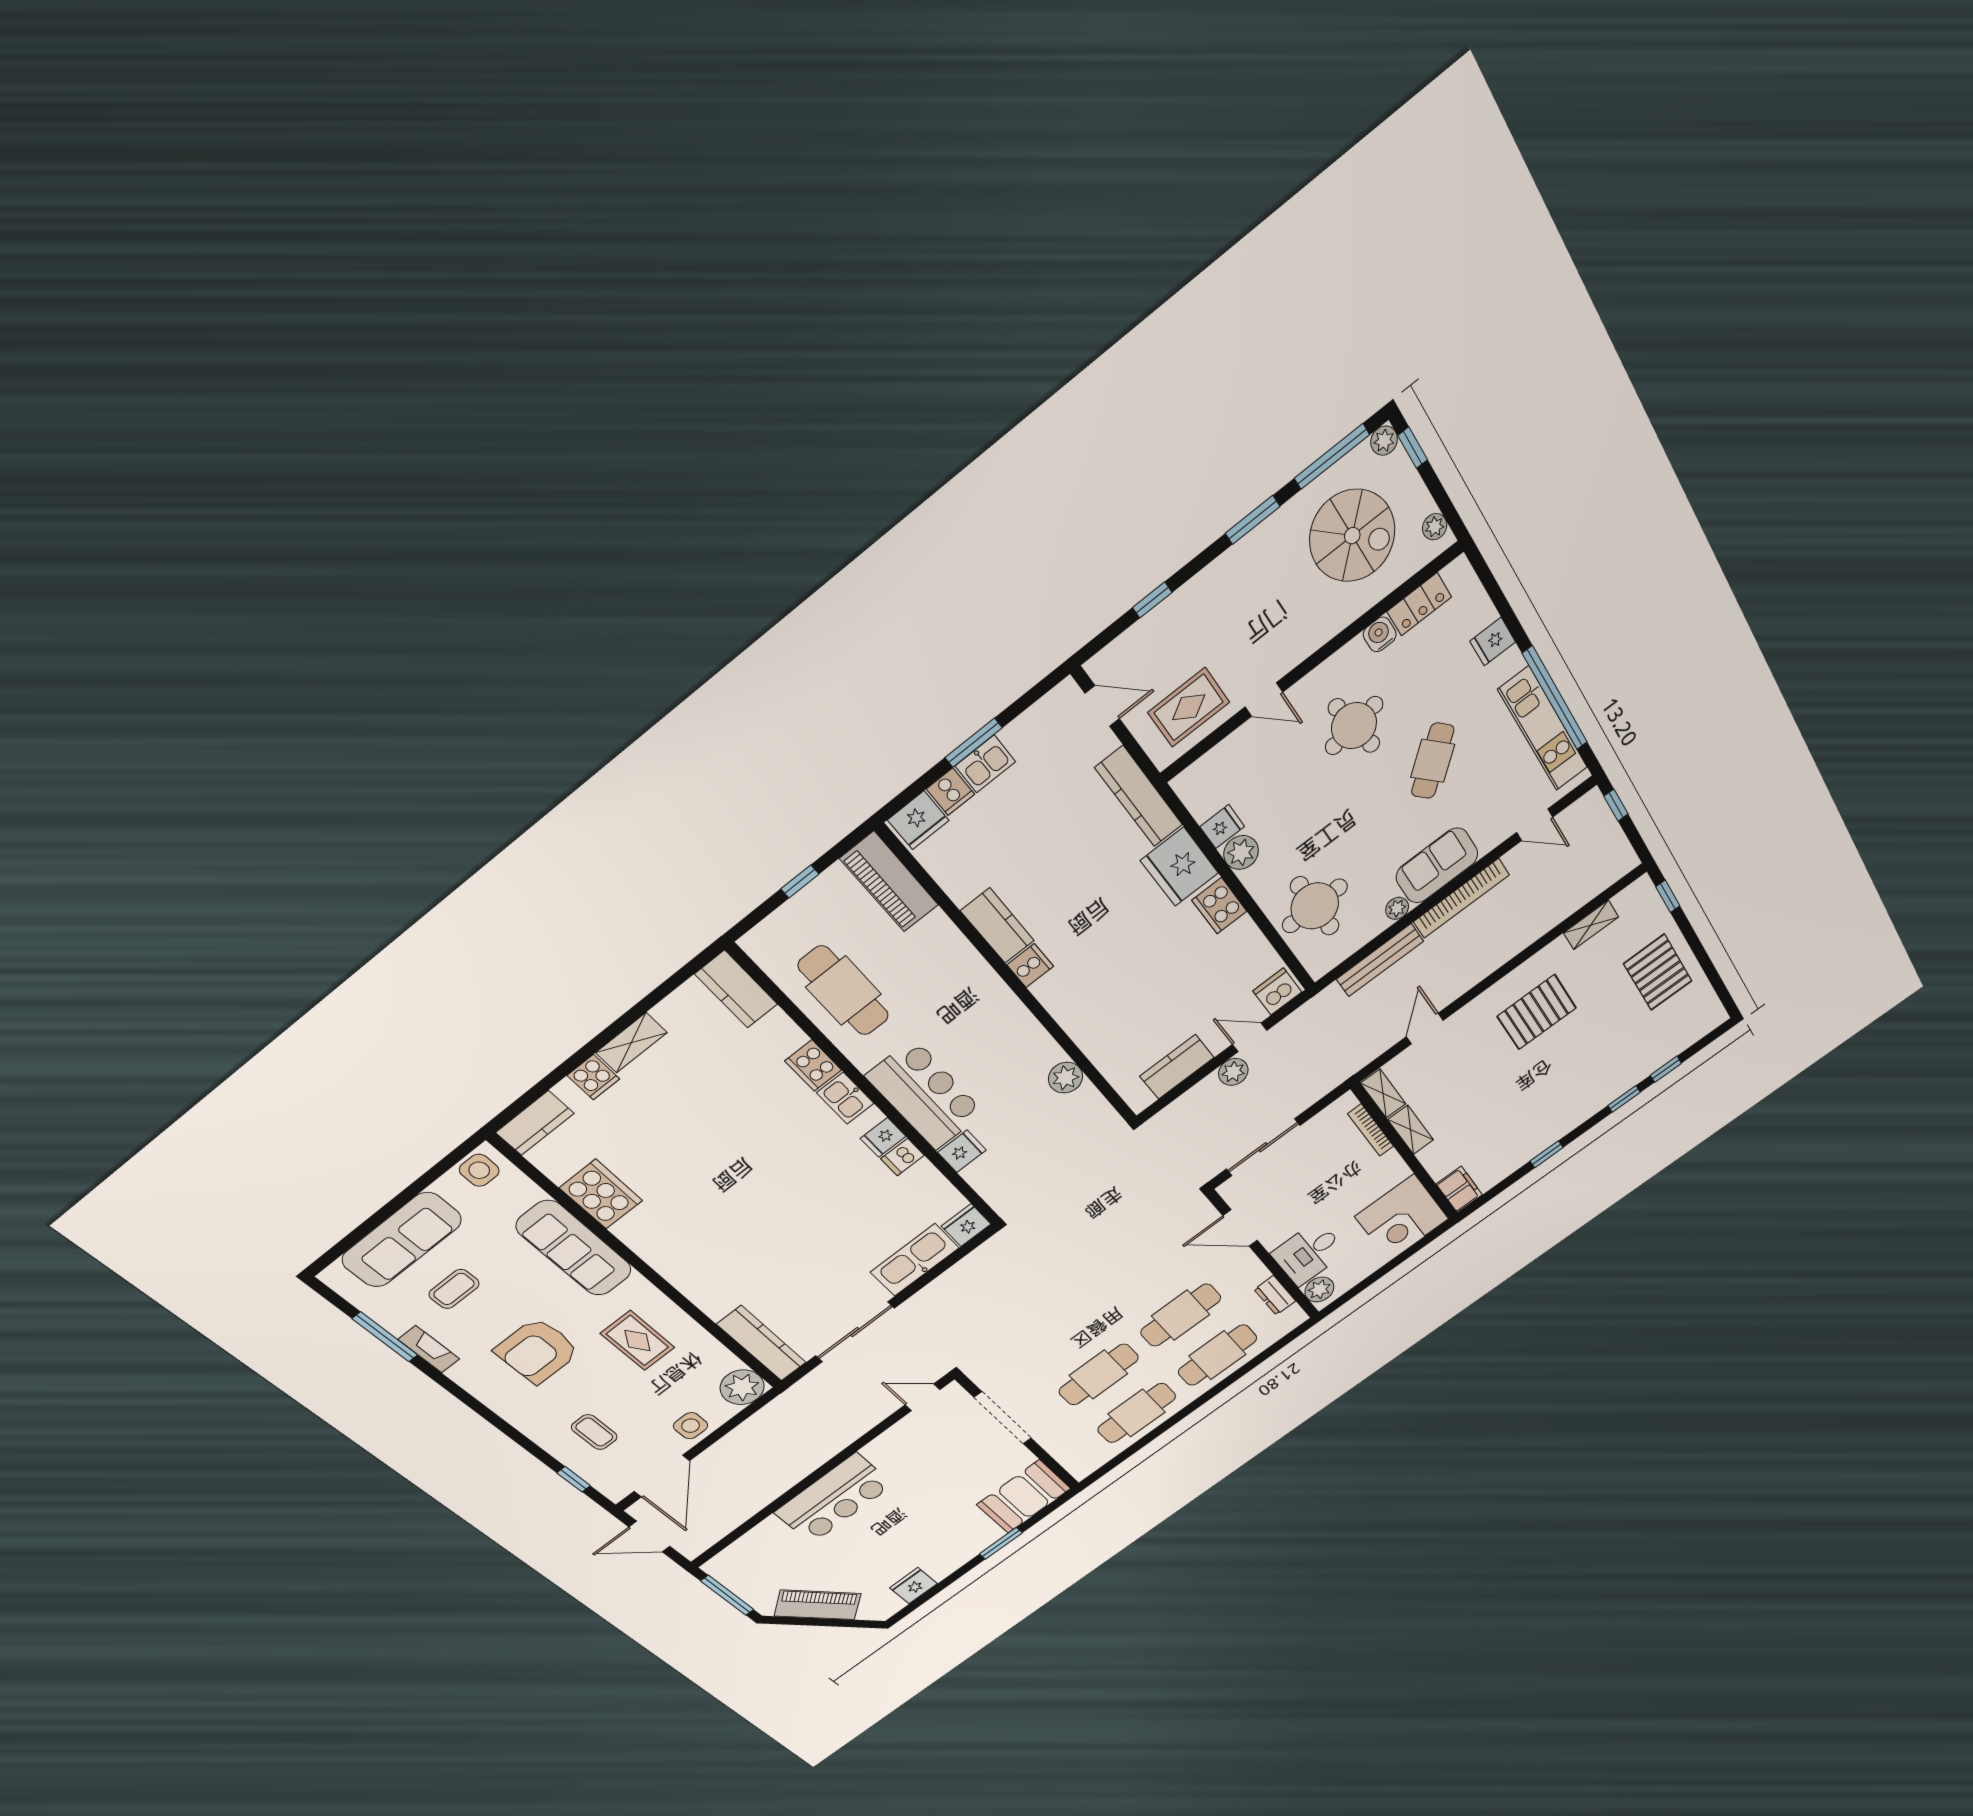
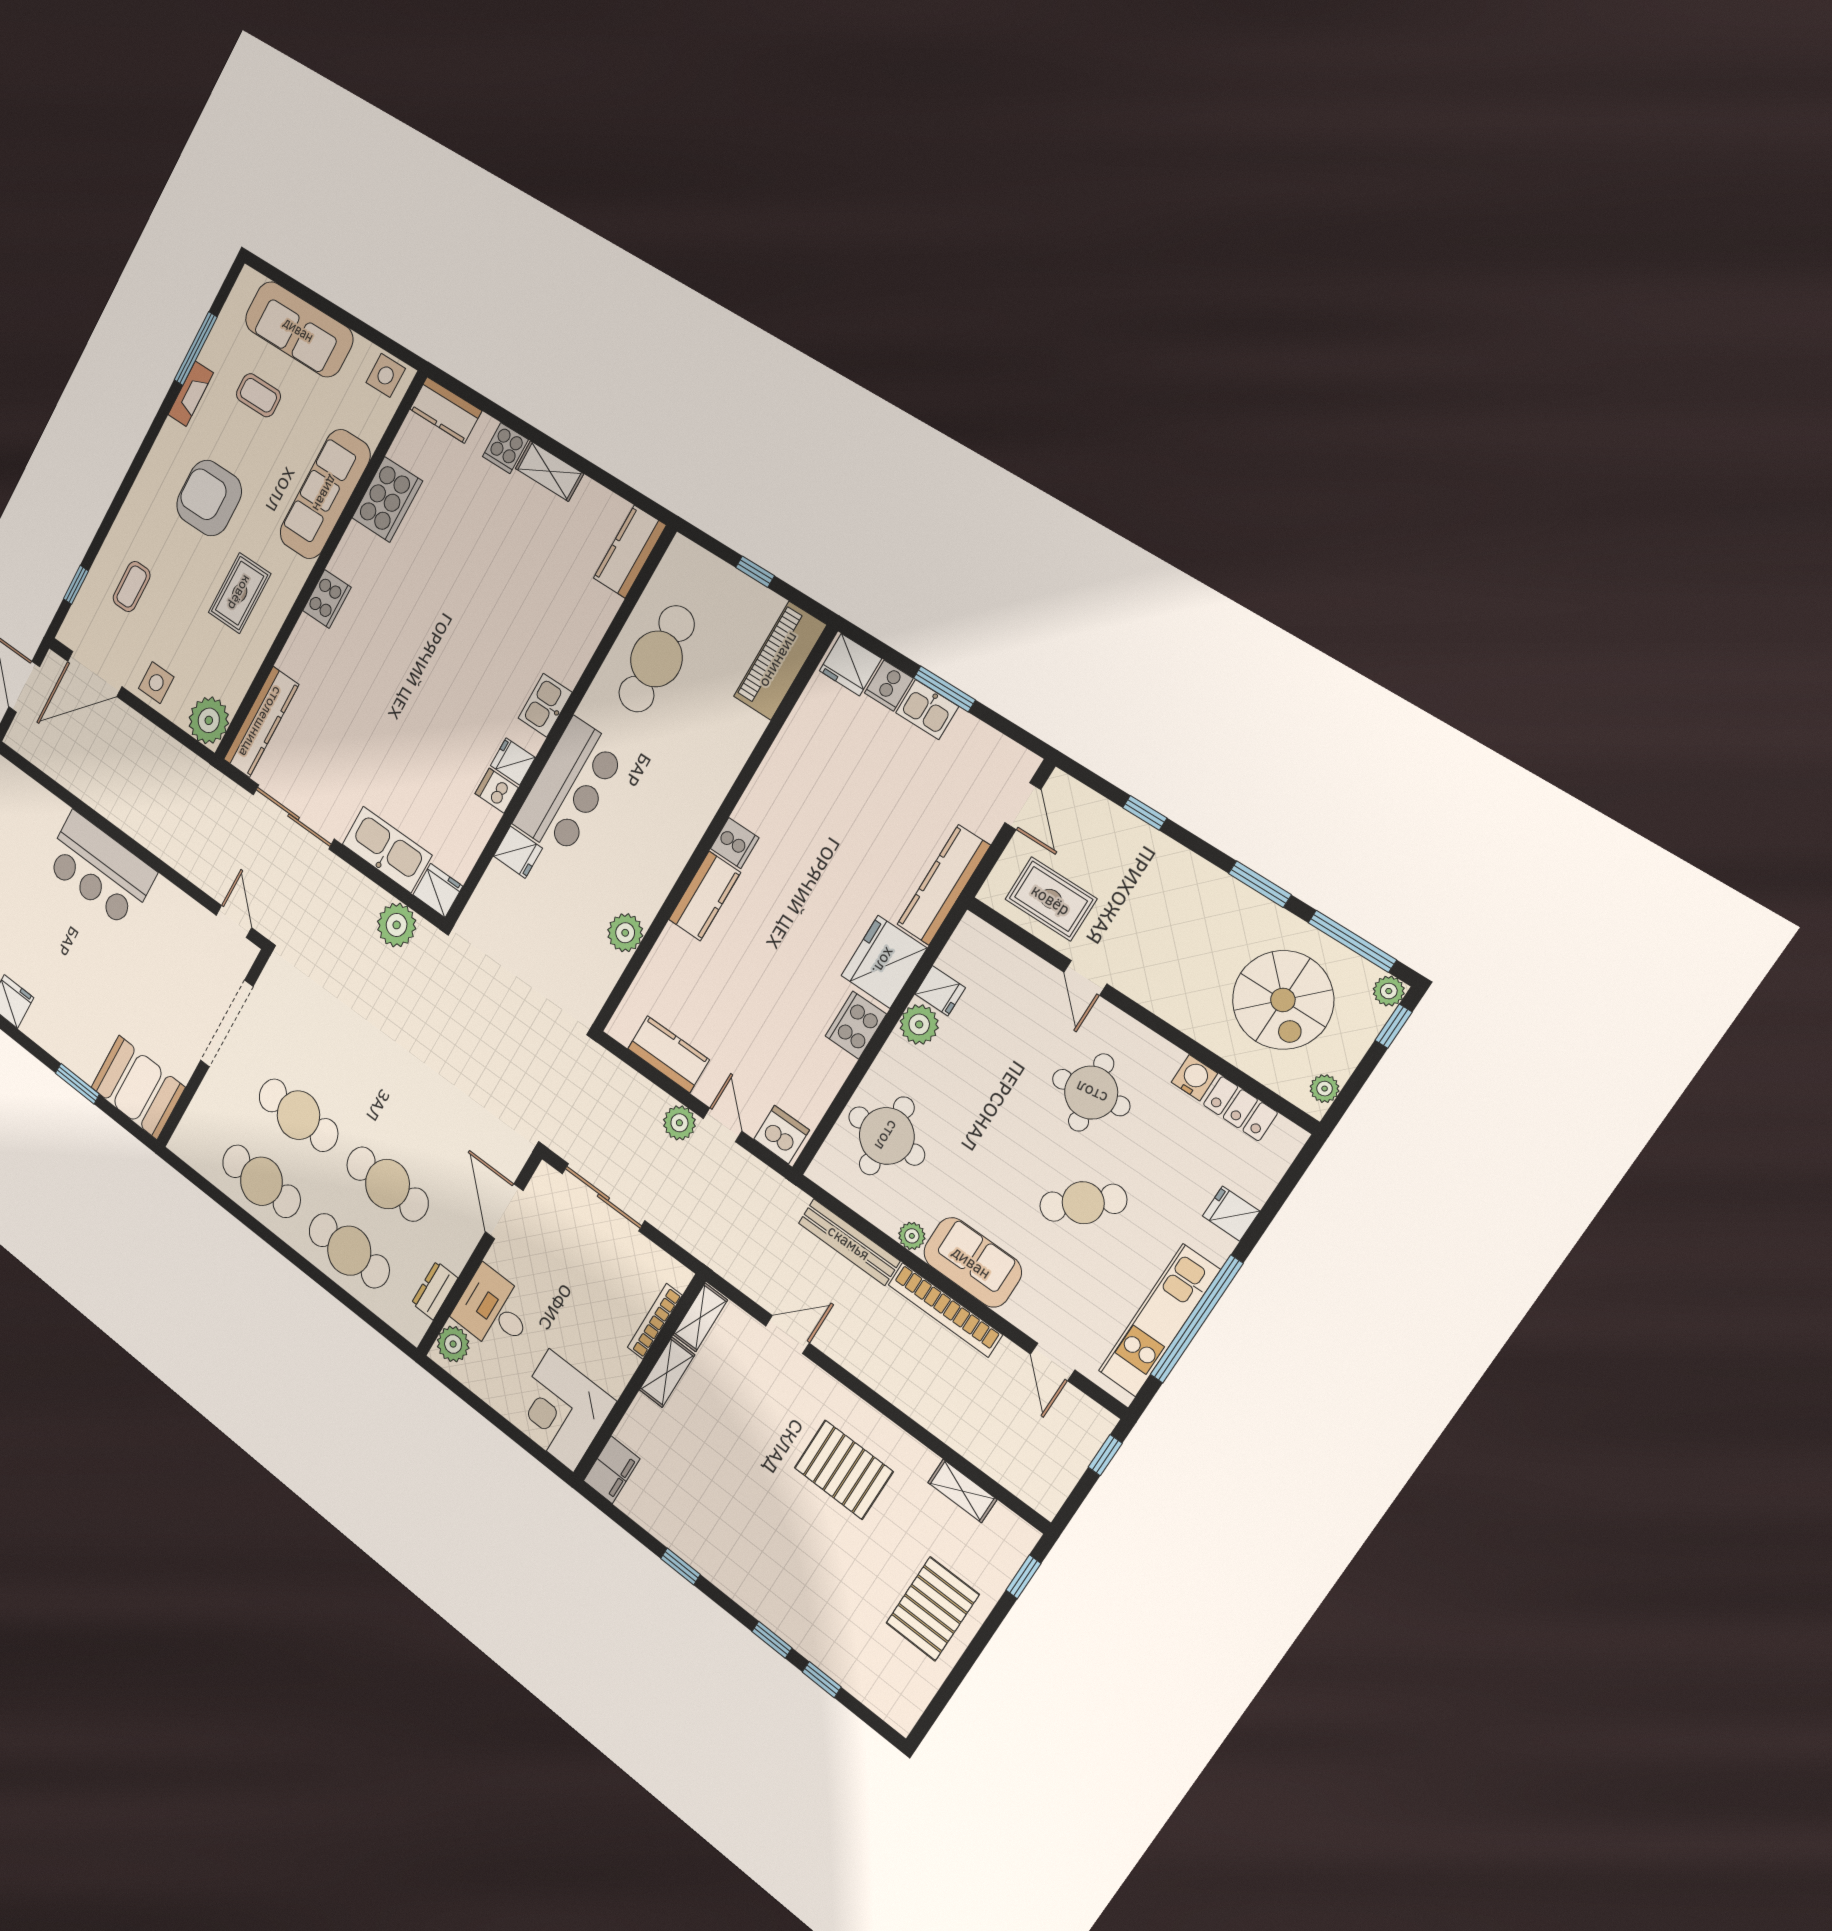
kitchen counter: (997, 926) -> (705, 896), moved
cooker: (813, 1066) -> (327, 599), moved, turned 180
plant: (981, 1265) -> (397, 925), added

